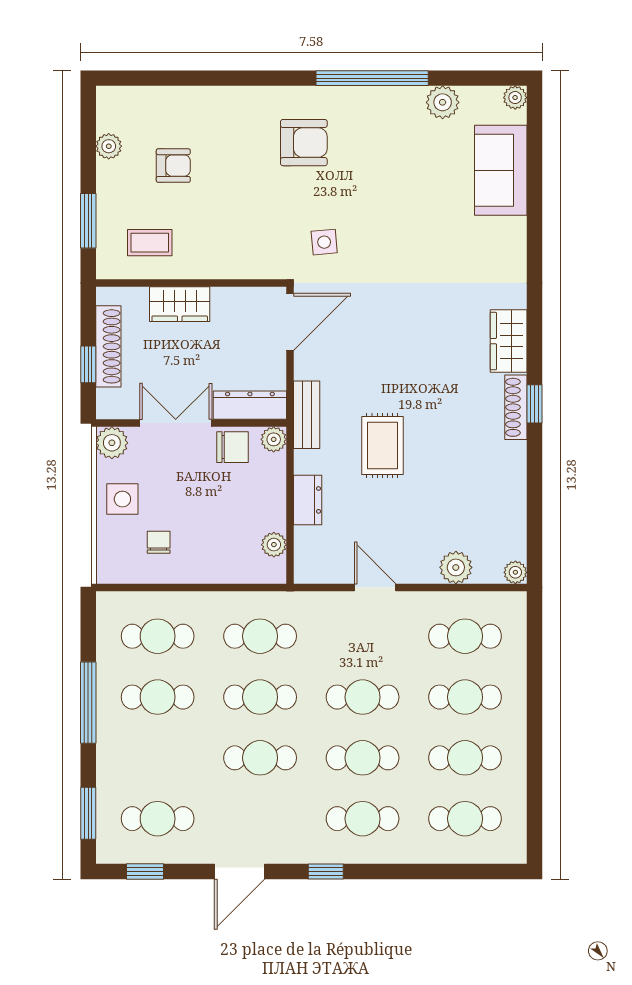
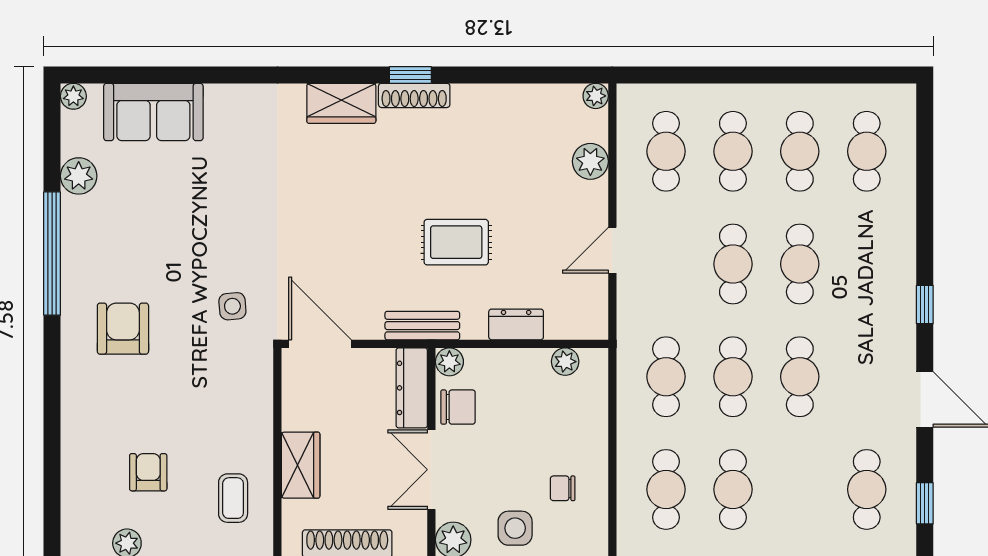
chair: (233, 447) -> (458, 407), turned 90
cafe table: (363, 819) -> (867, 264), removed

